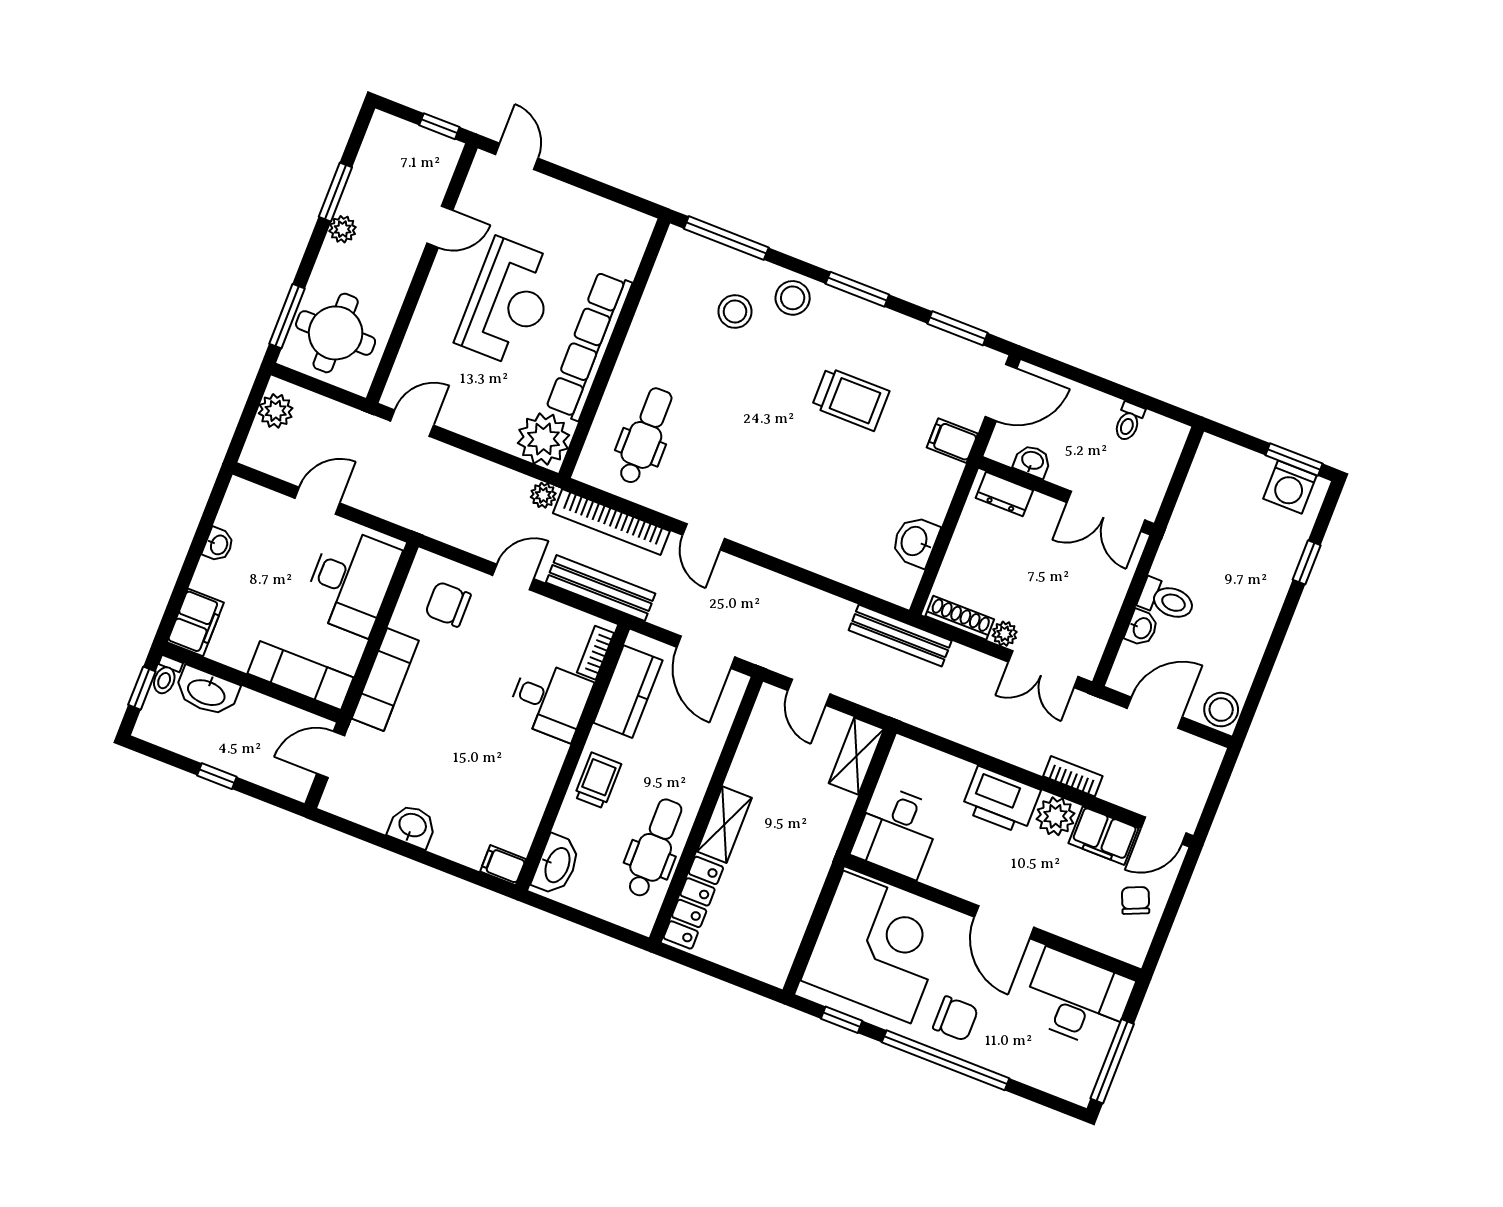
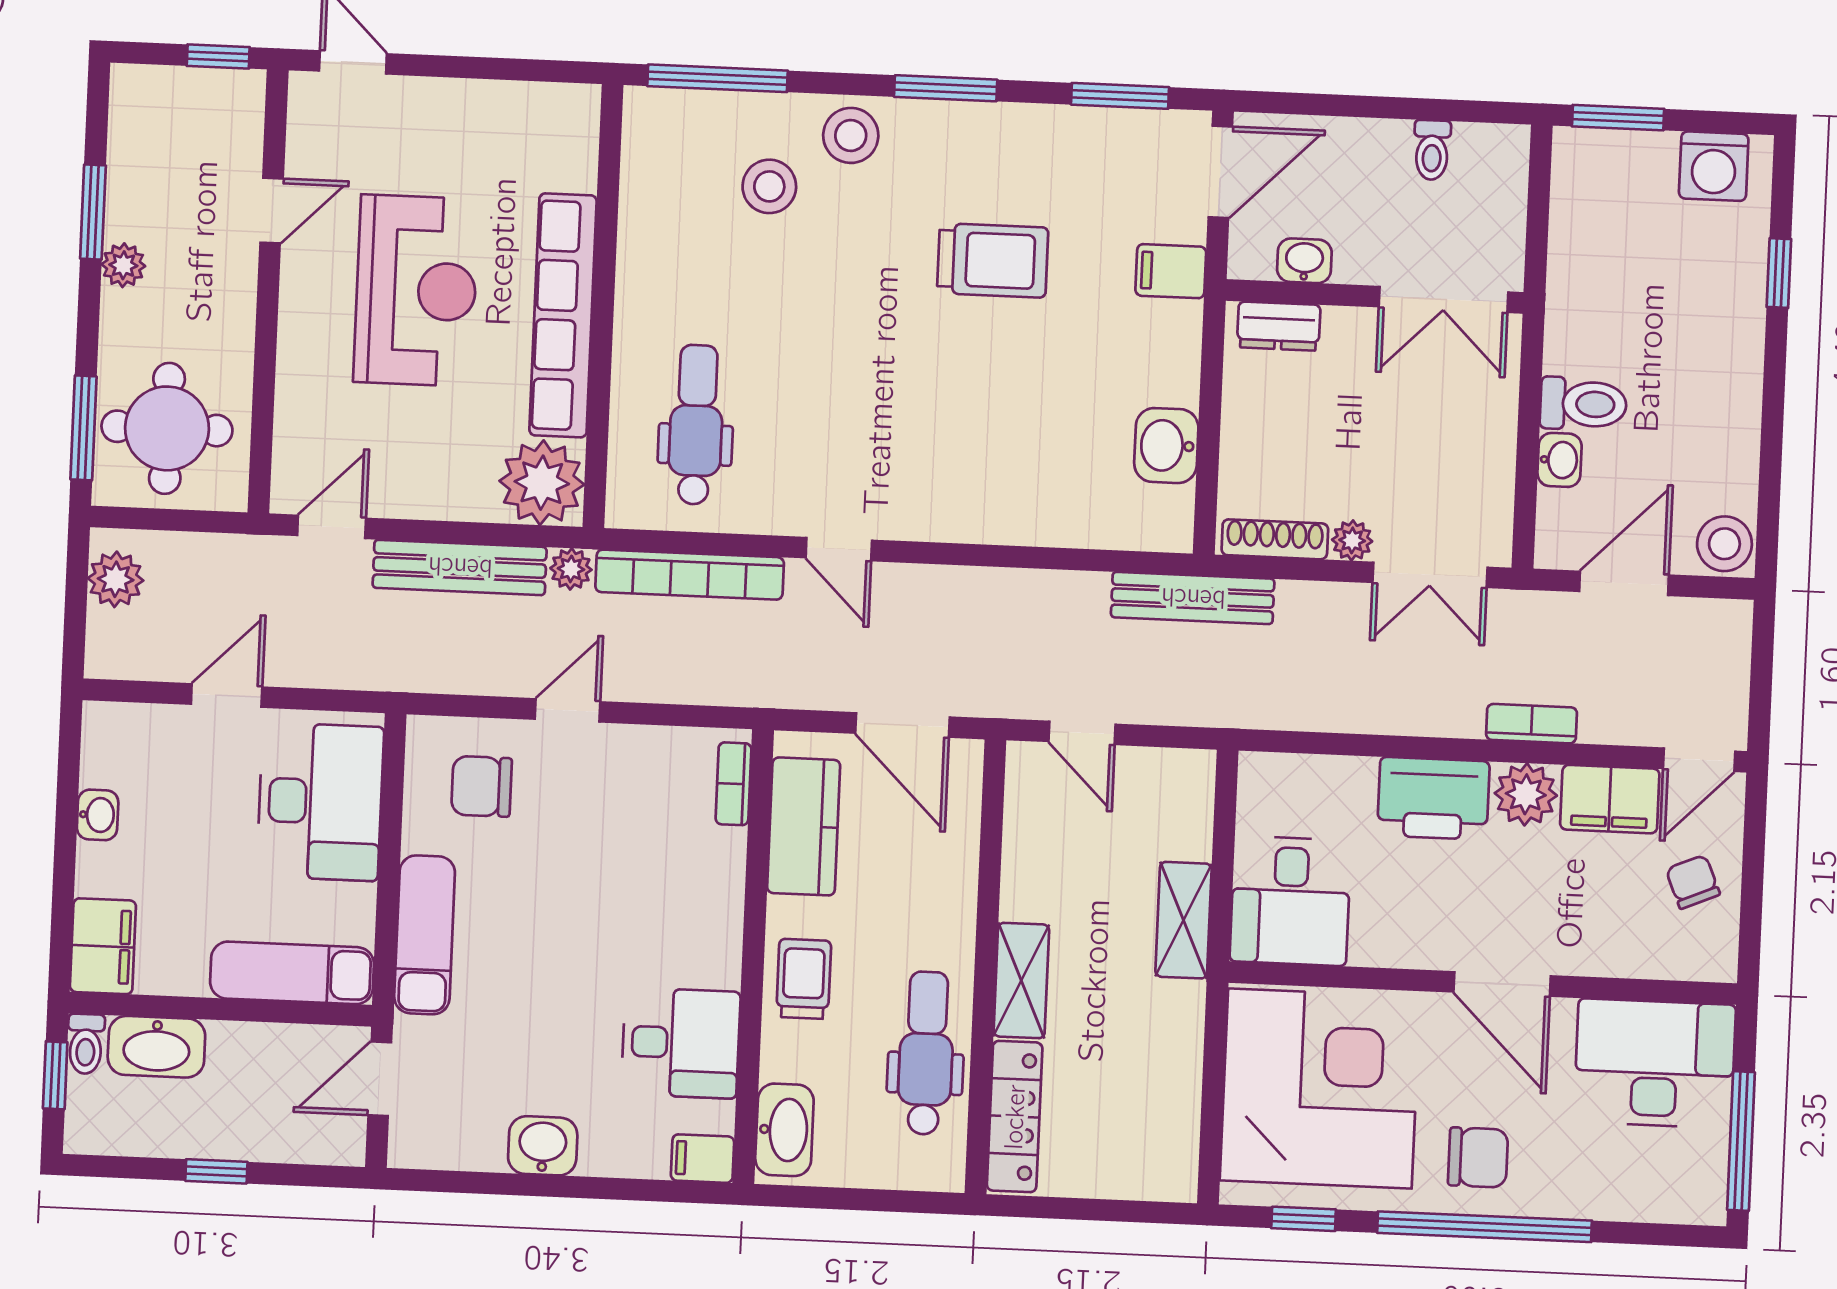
window: (1294, 459) -> (1618, 118), moved
bench: (601, 588) -> (460, 567), moved
desk: (550, 700) -> (681, 1043), moved
shelving: (856, 756) -> (1184, 920), moved

